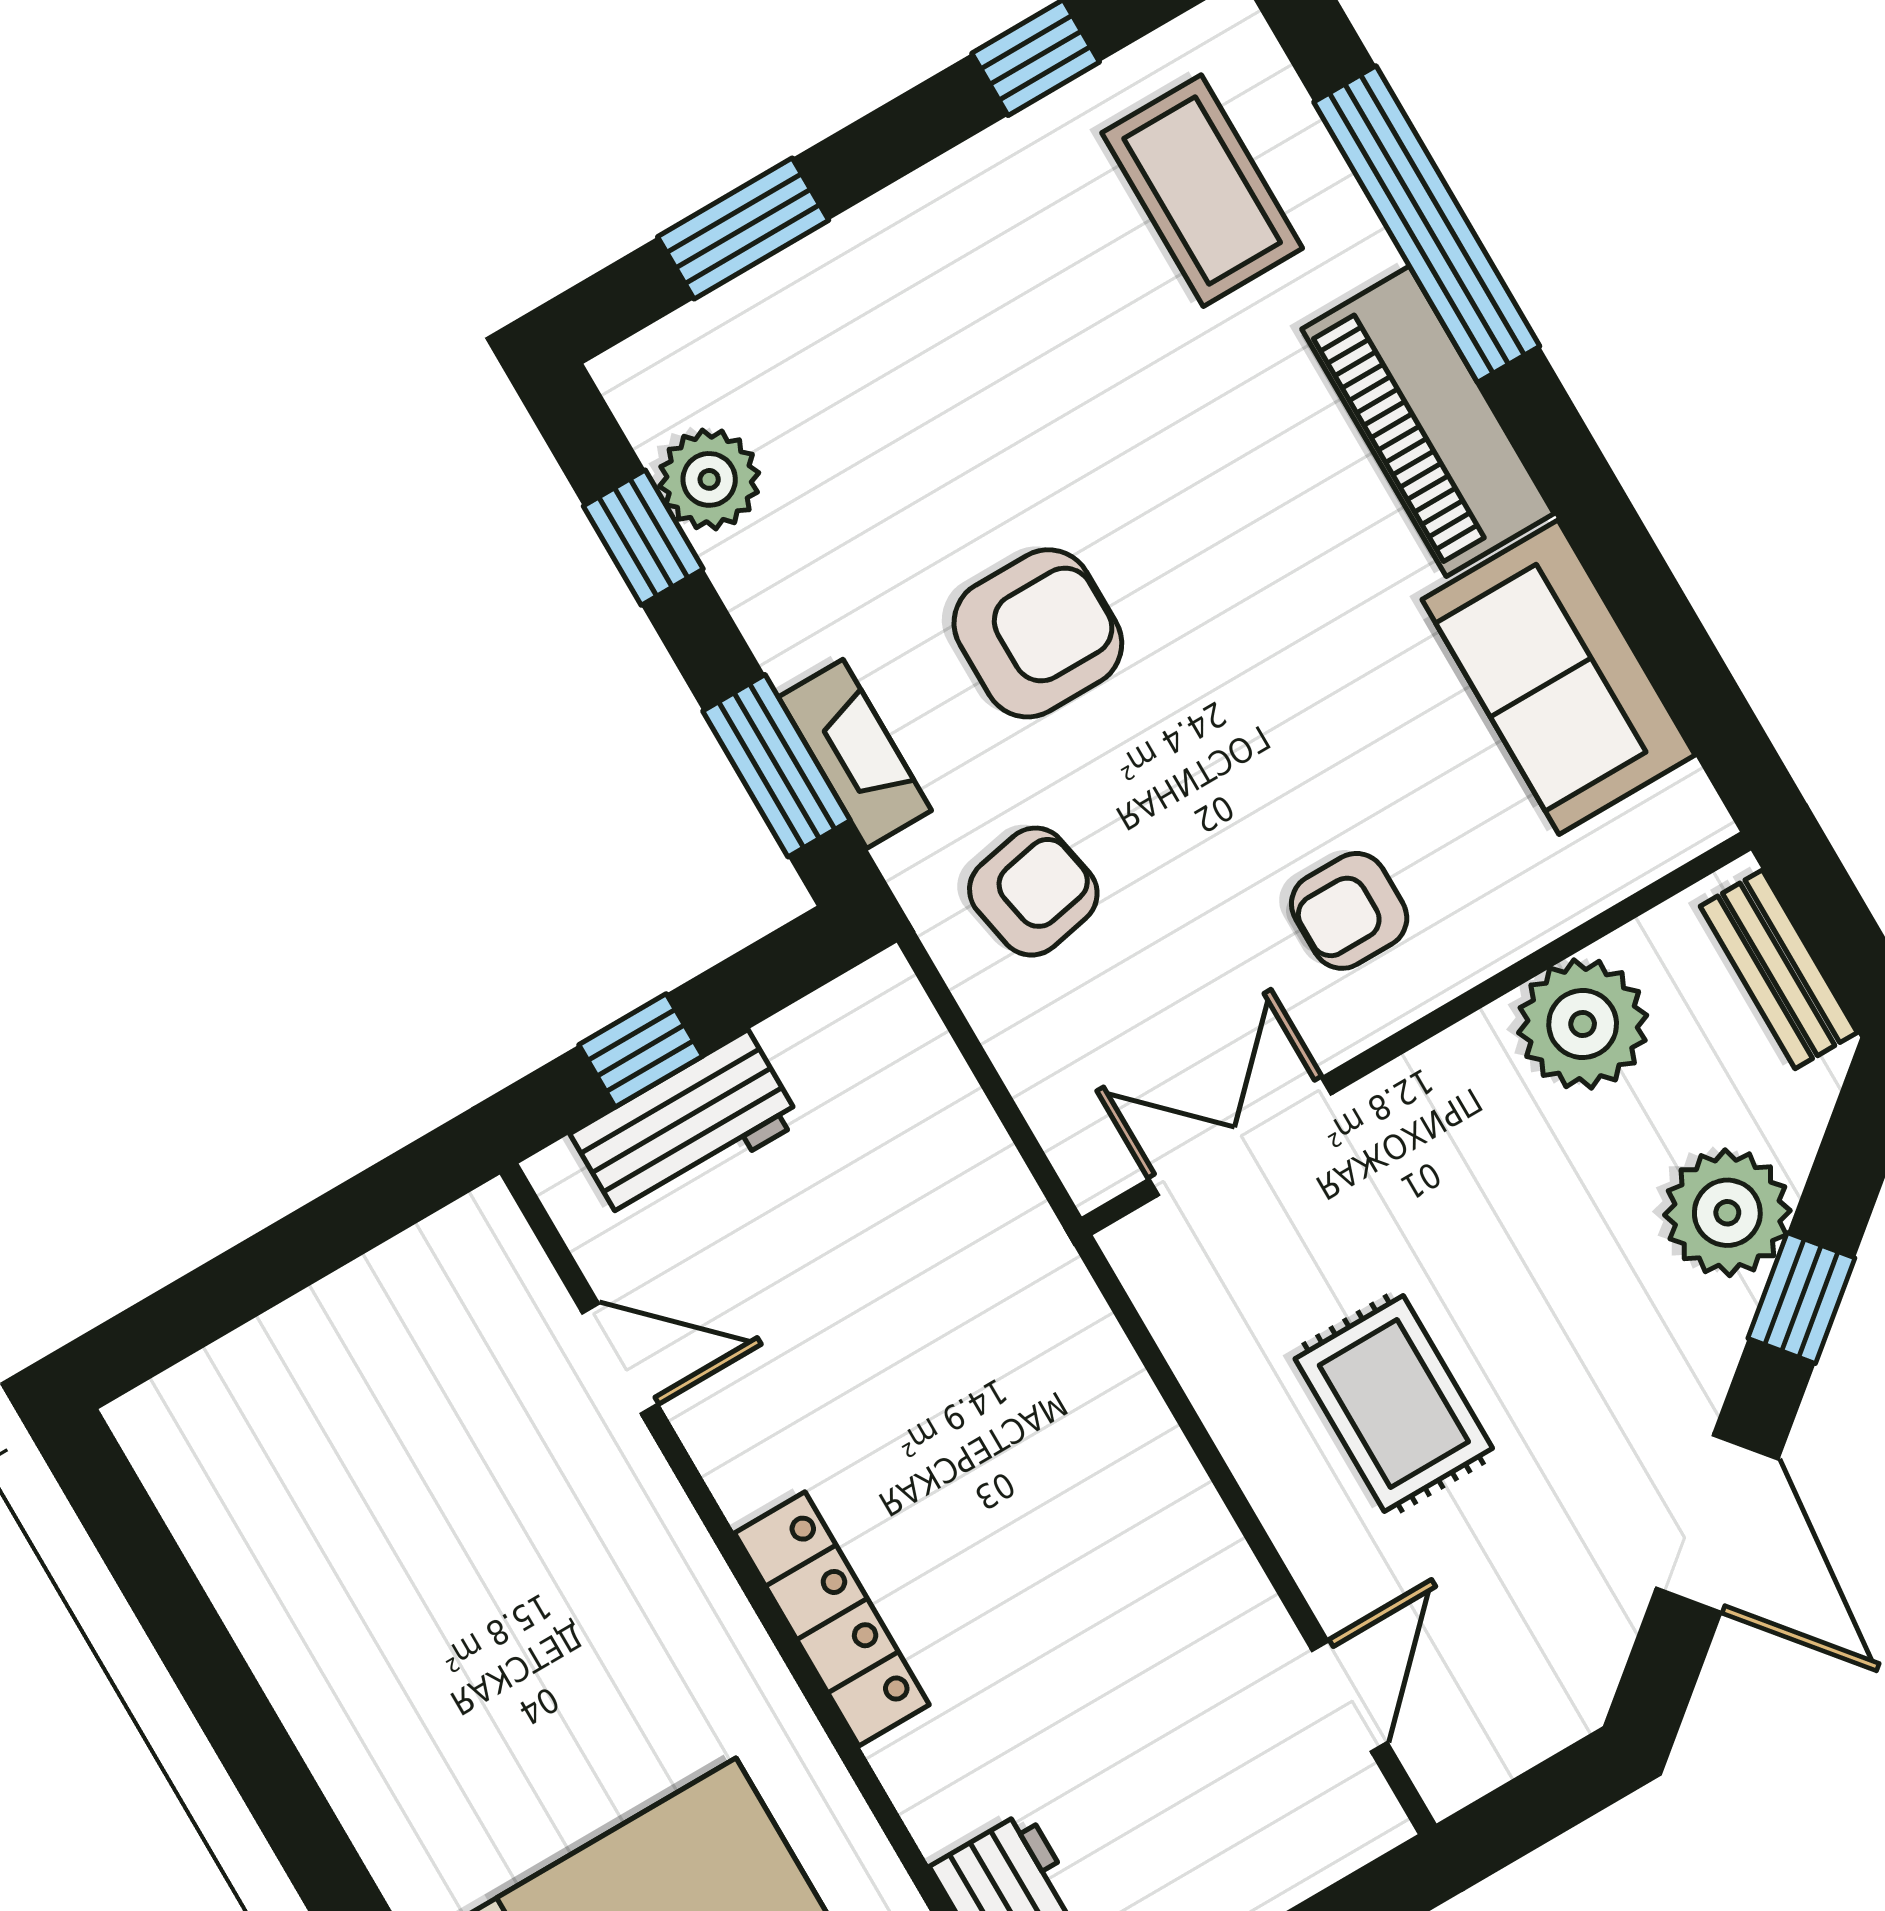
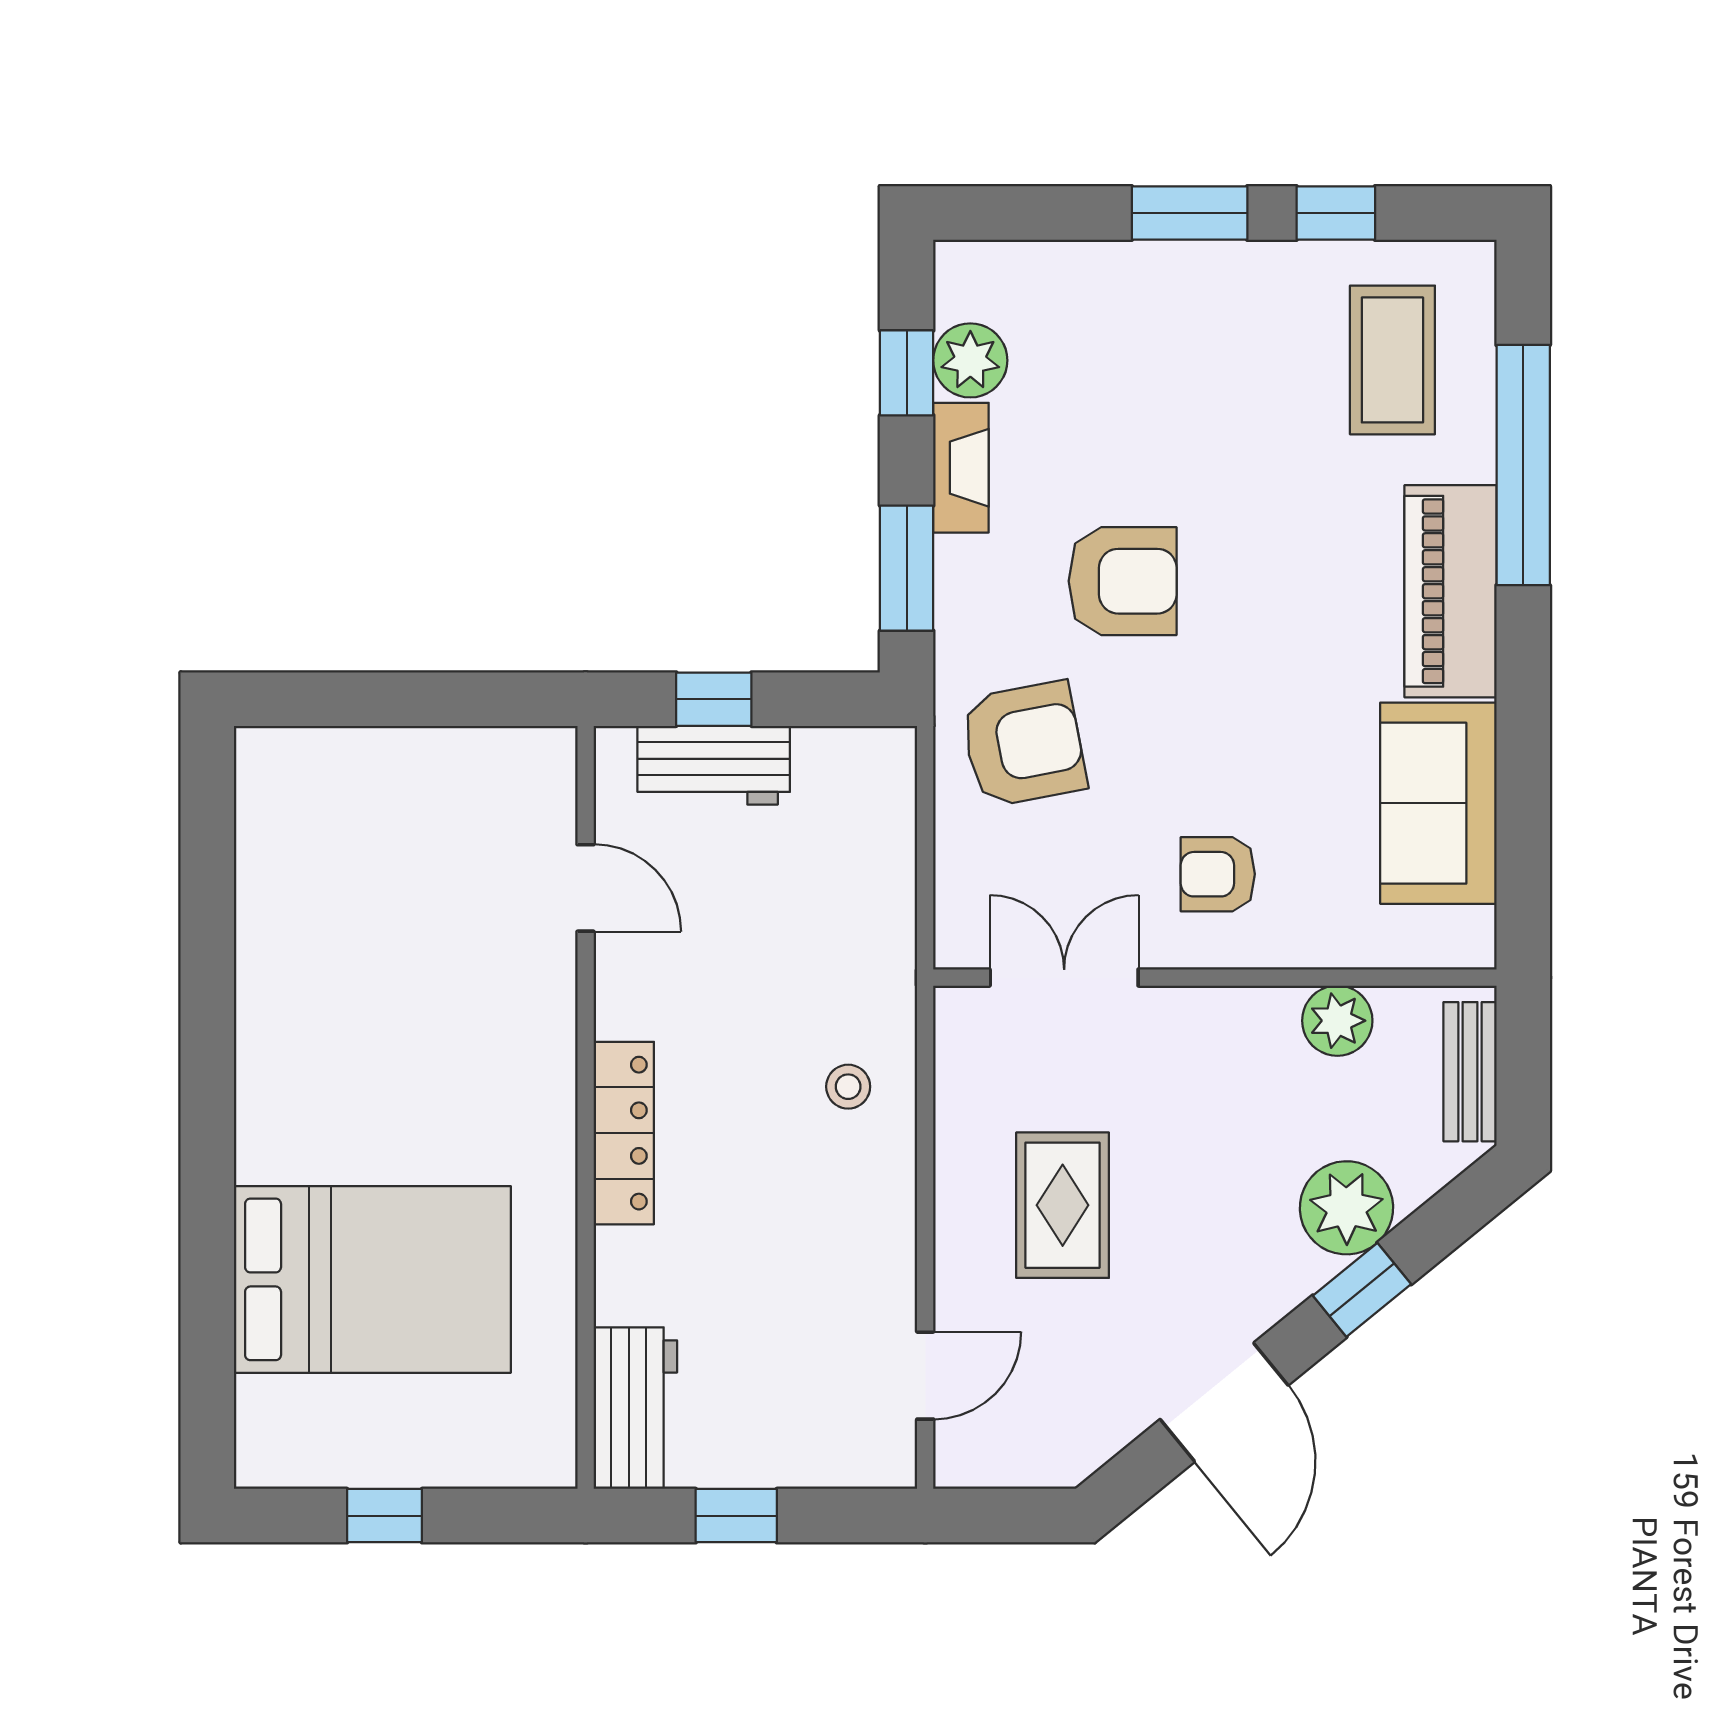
window: (743, 229) -> (1190, 213), moved
fireplace: (855, 754) -> (961, 468), moved
armchair: (1033, 892) -> (1023, 744), width x1.38, depth x1.38
plant: (1583, 1024) -> (1337, 1021), width x0.73, depth x0.73
stool: (1062, 1411) -> (848, 1087), added

